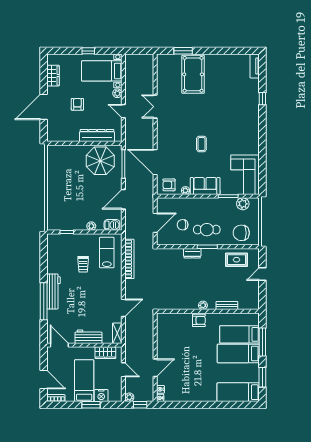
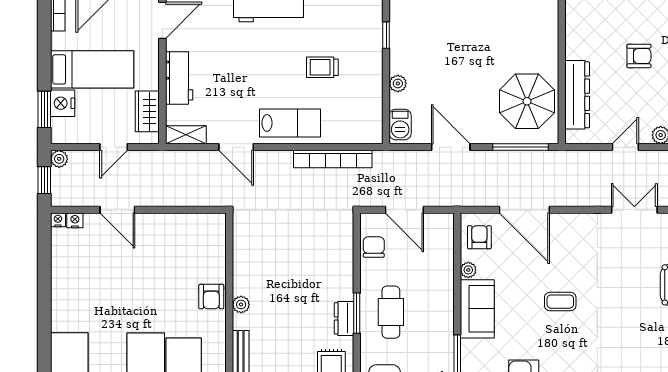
door: (155, 162) -> (524, 210), swing flipped
chair: (183, 225) -> (374, 247), moved
lab bench: (107, 252) -> (290, 123), moved
dresser: (192, 253) -> (344, 318), moved
window: (91, 405) -> (44, 109), moved

